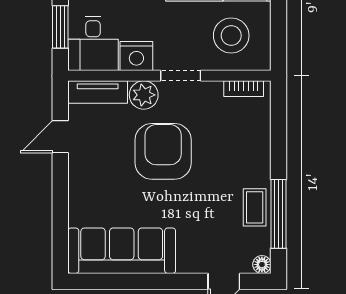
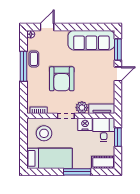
door: (60, 137) -> (118, 74), moved
armchair: (163, 151) -> (62, 79), moved
window: (279, 214) -> (24, 66), moved
window: (60, 229) -> (118, 50), added

